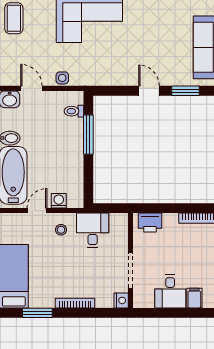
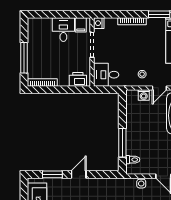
door: (149, 91) -> (79, 174), swing flipped
desk: (93, 230) -> (106, 75), moved, turned 90
filing cabinet: (194, 298) -> (81, 25), moved

